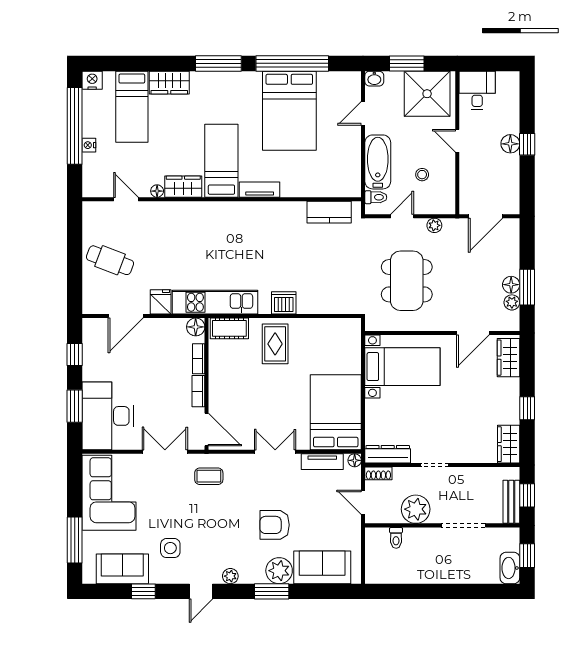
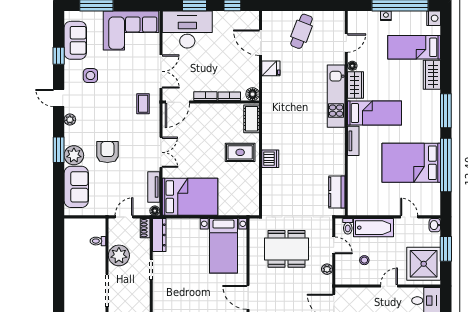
kitchen unit: (215, 302) -> (336, 96), moved, turned 180

